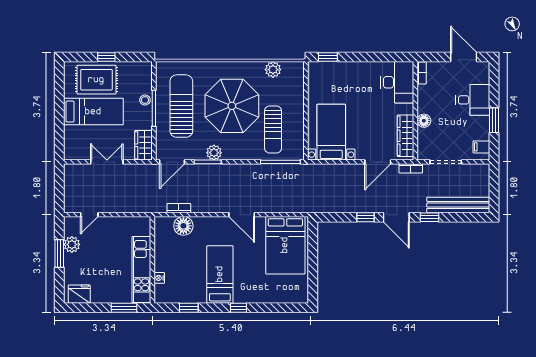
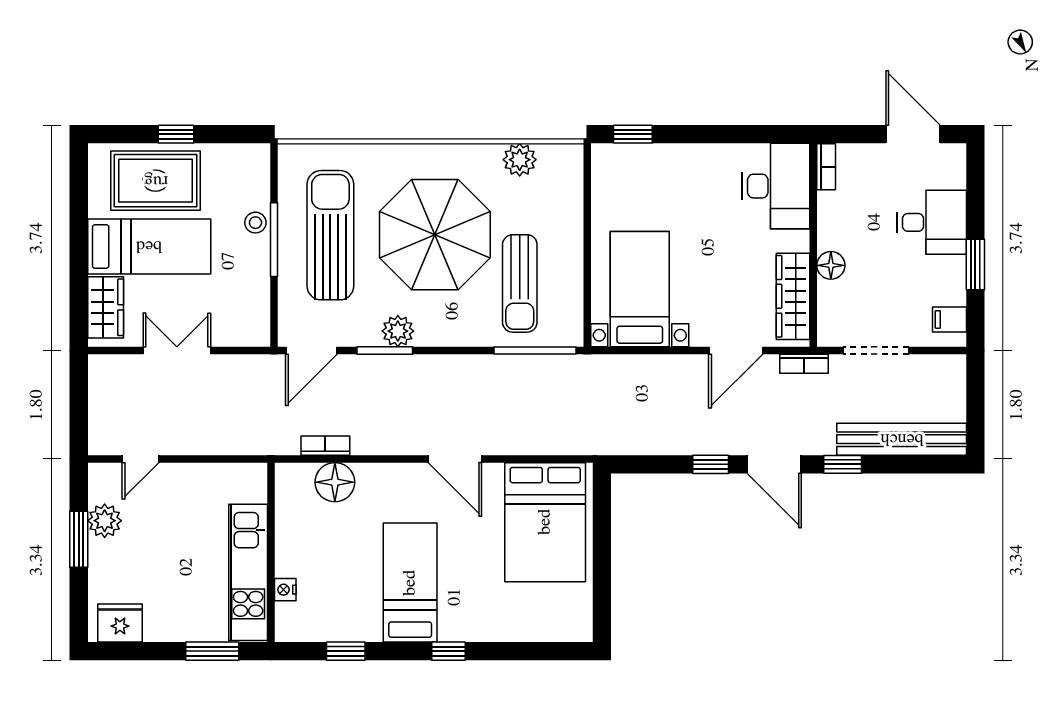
wardrobe: (144, 145) -> (106, 307), moved, turned 180

